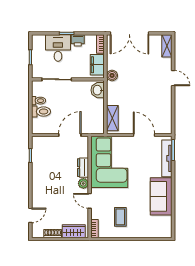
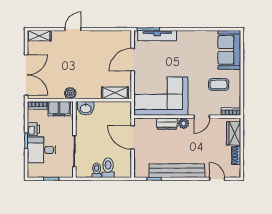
bench: (38, 177) -> (177, 171), added
sofa: (161, 196) -> (229, 50), moved, turned 90

